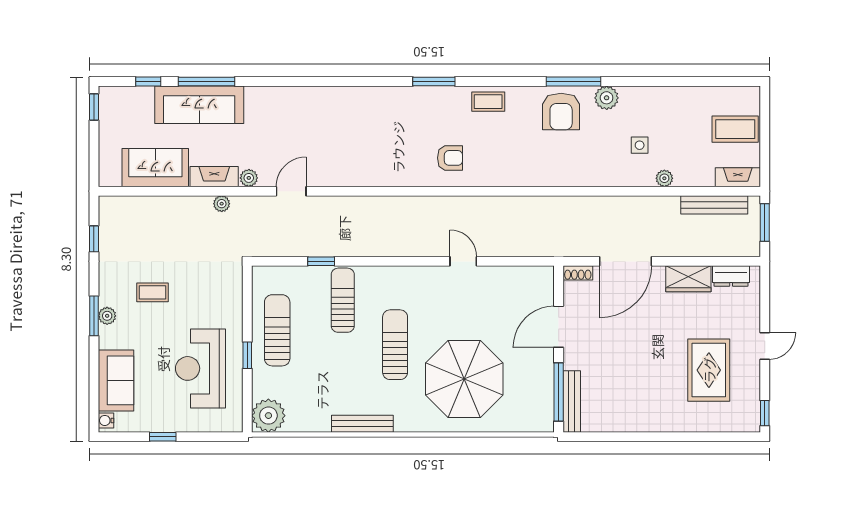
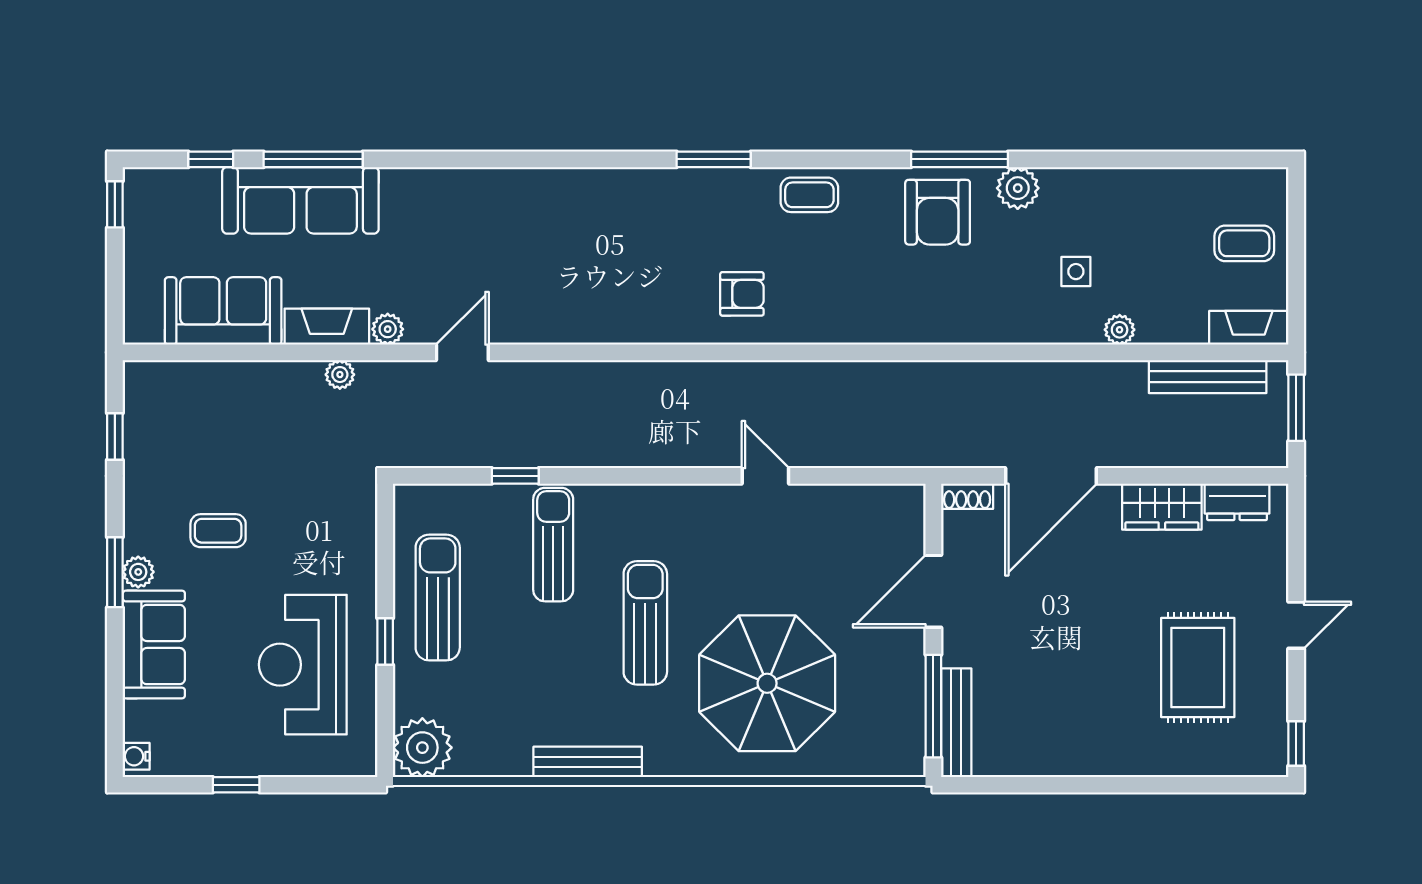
coffee table: (735, 129) -> (1244, 243), width x0.73, depth x0.77
sofa: (116, 380) -> (154, 645), moved

